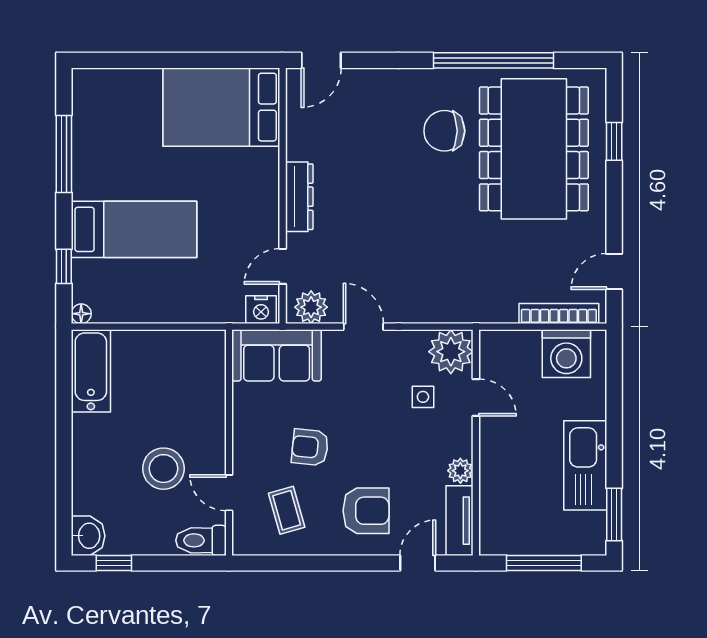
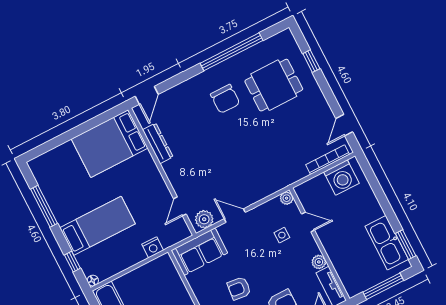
chair: (444, 131) -> (225, 99), turned -90
dining table: (534, 149) -> (274, 85), width x0.53, depth x0.80
dresser: (299, 197) -> (158, 143), moved
nightstand: (261, 310) -> (153, 247), moved
plant: (451, 352) -> (287, 198), width x0.53, depth x0.53
kitchen sink: (585, 465) -> (387, 243), moved

